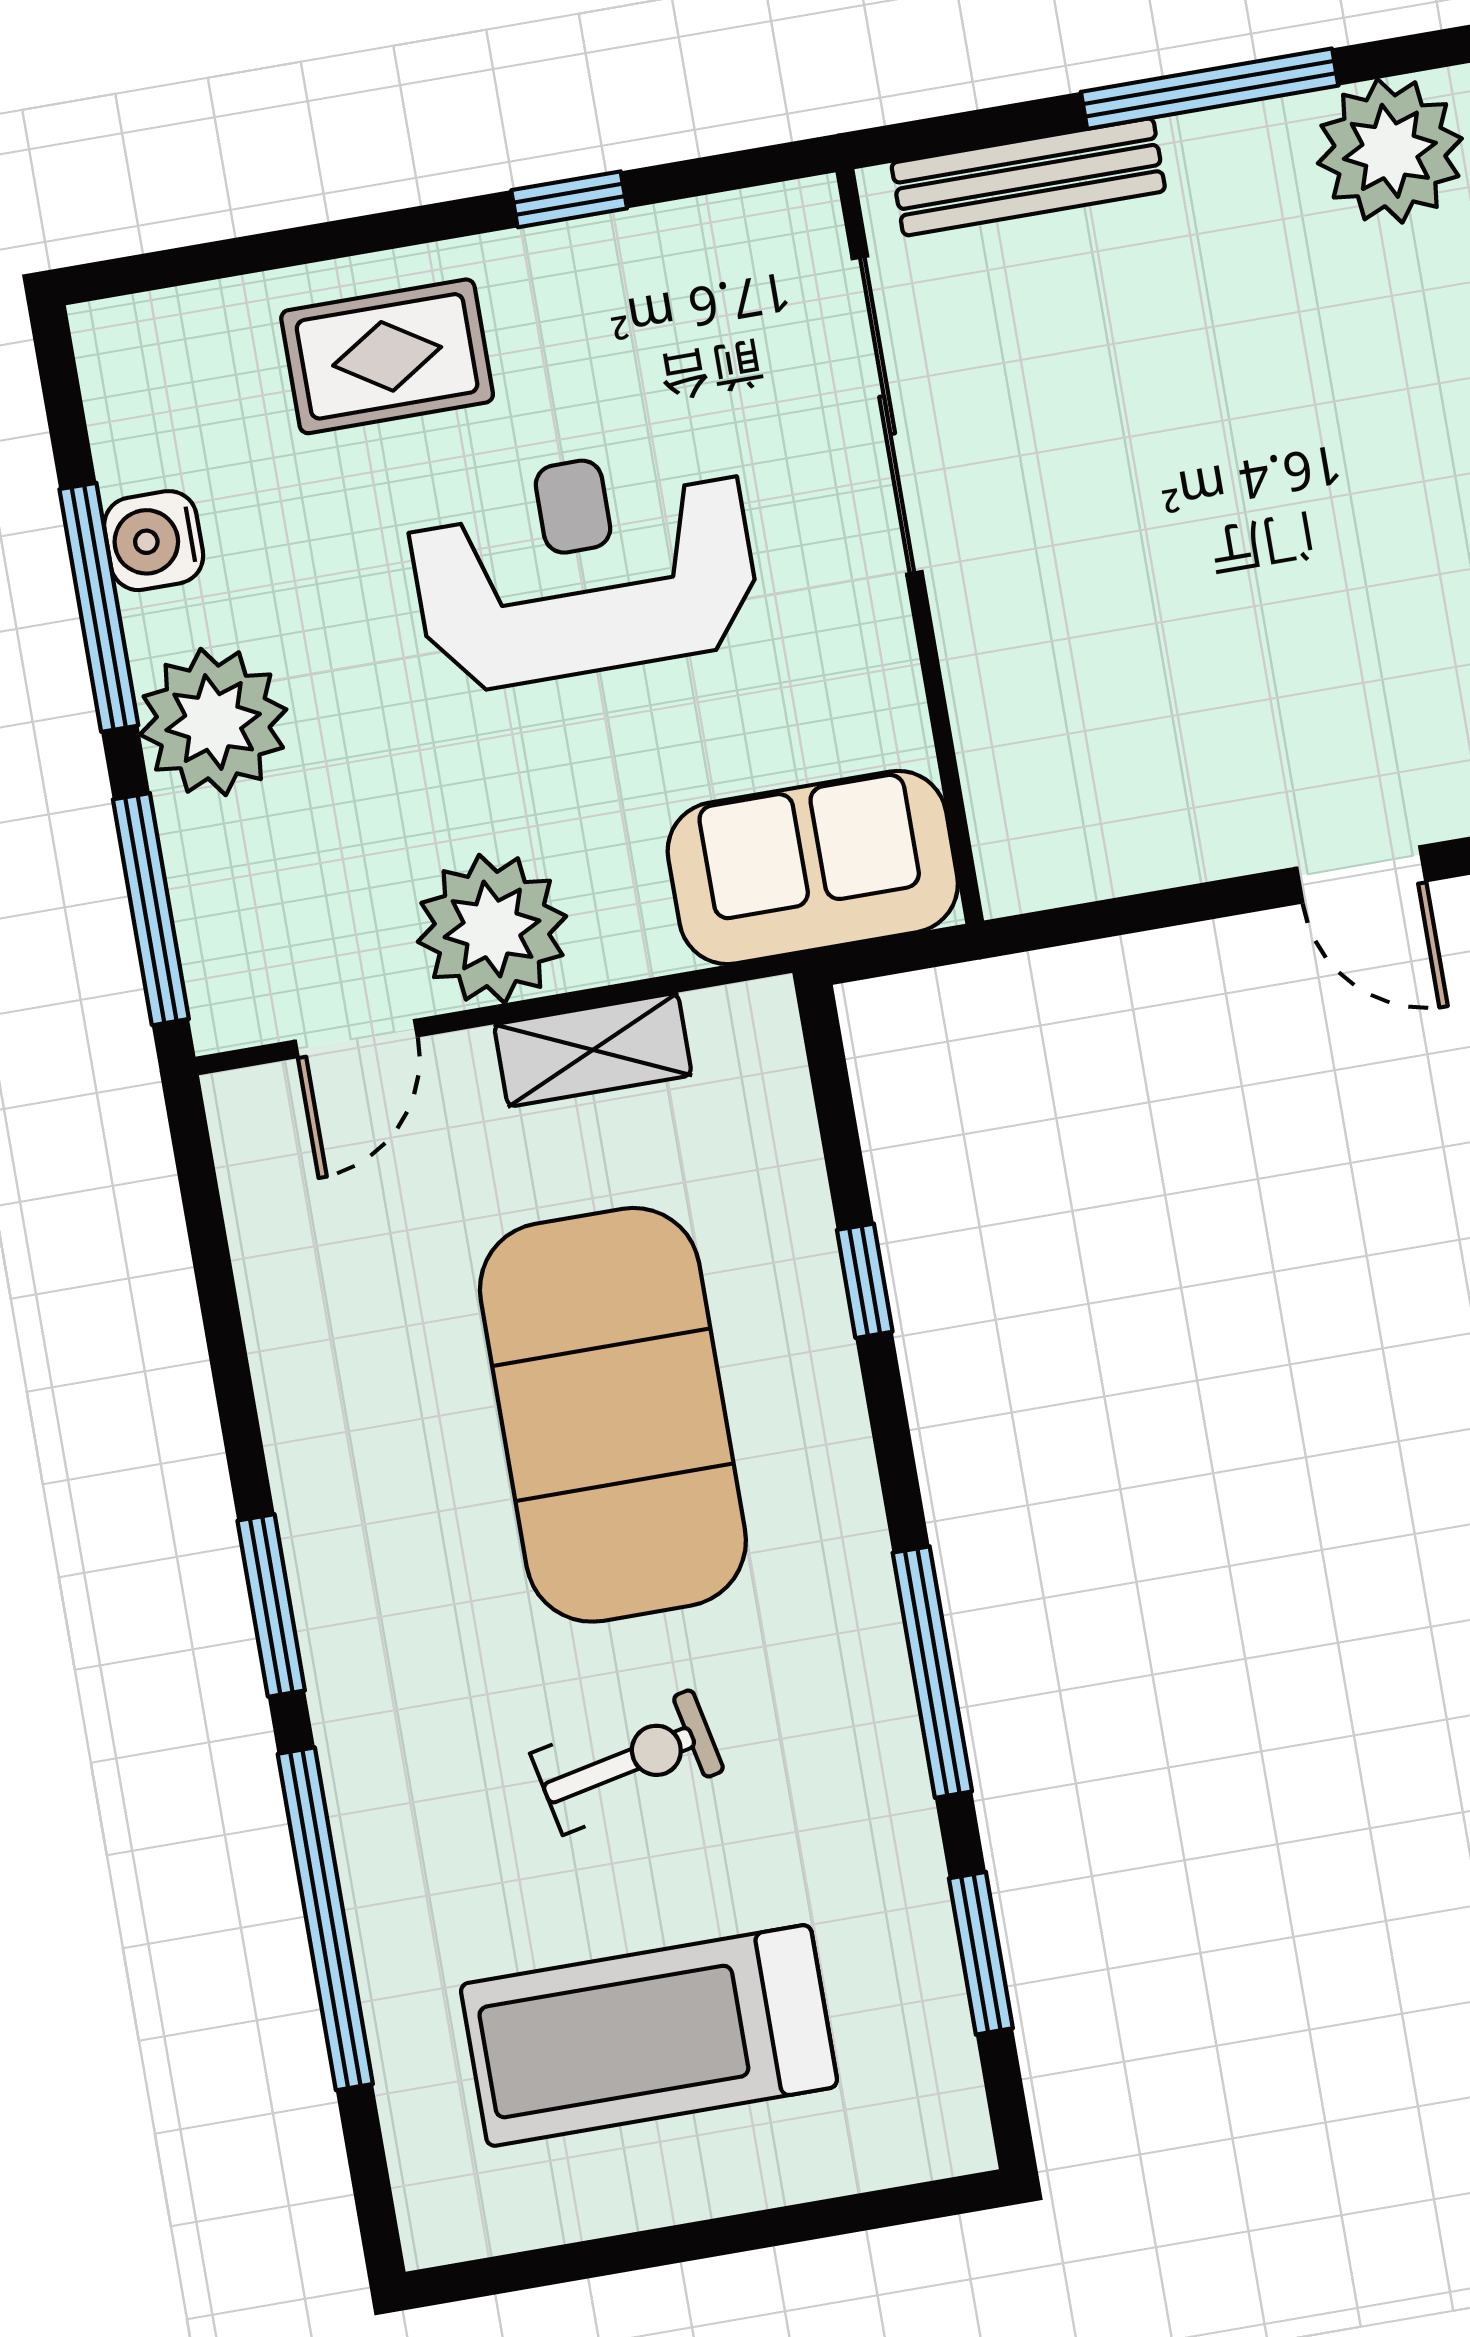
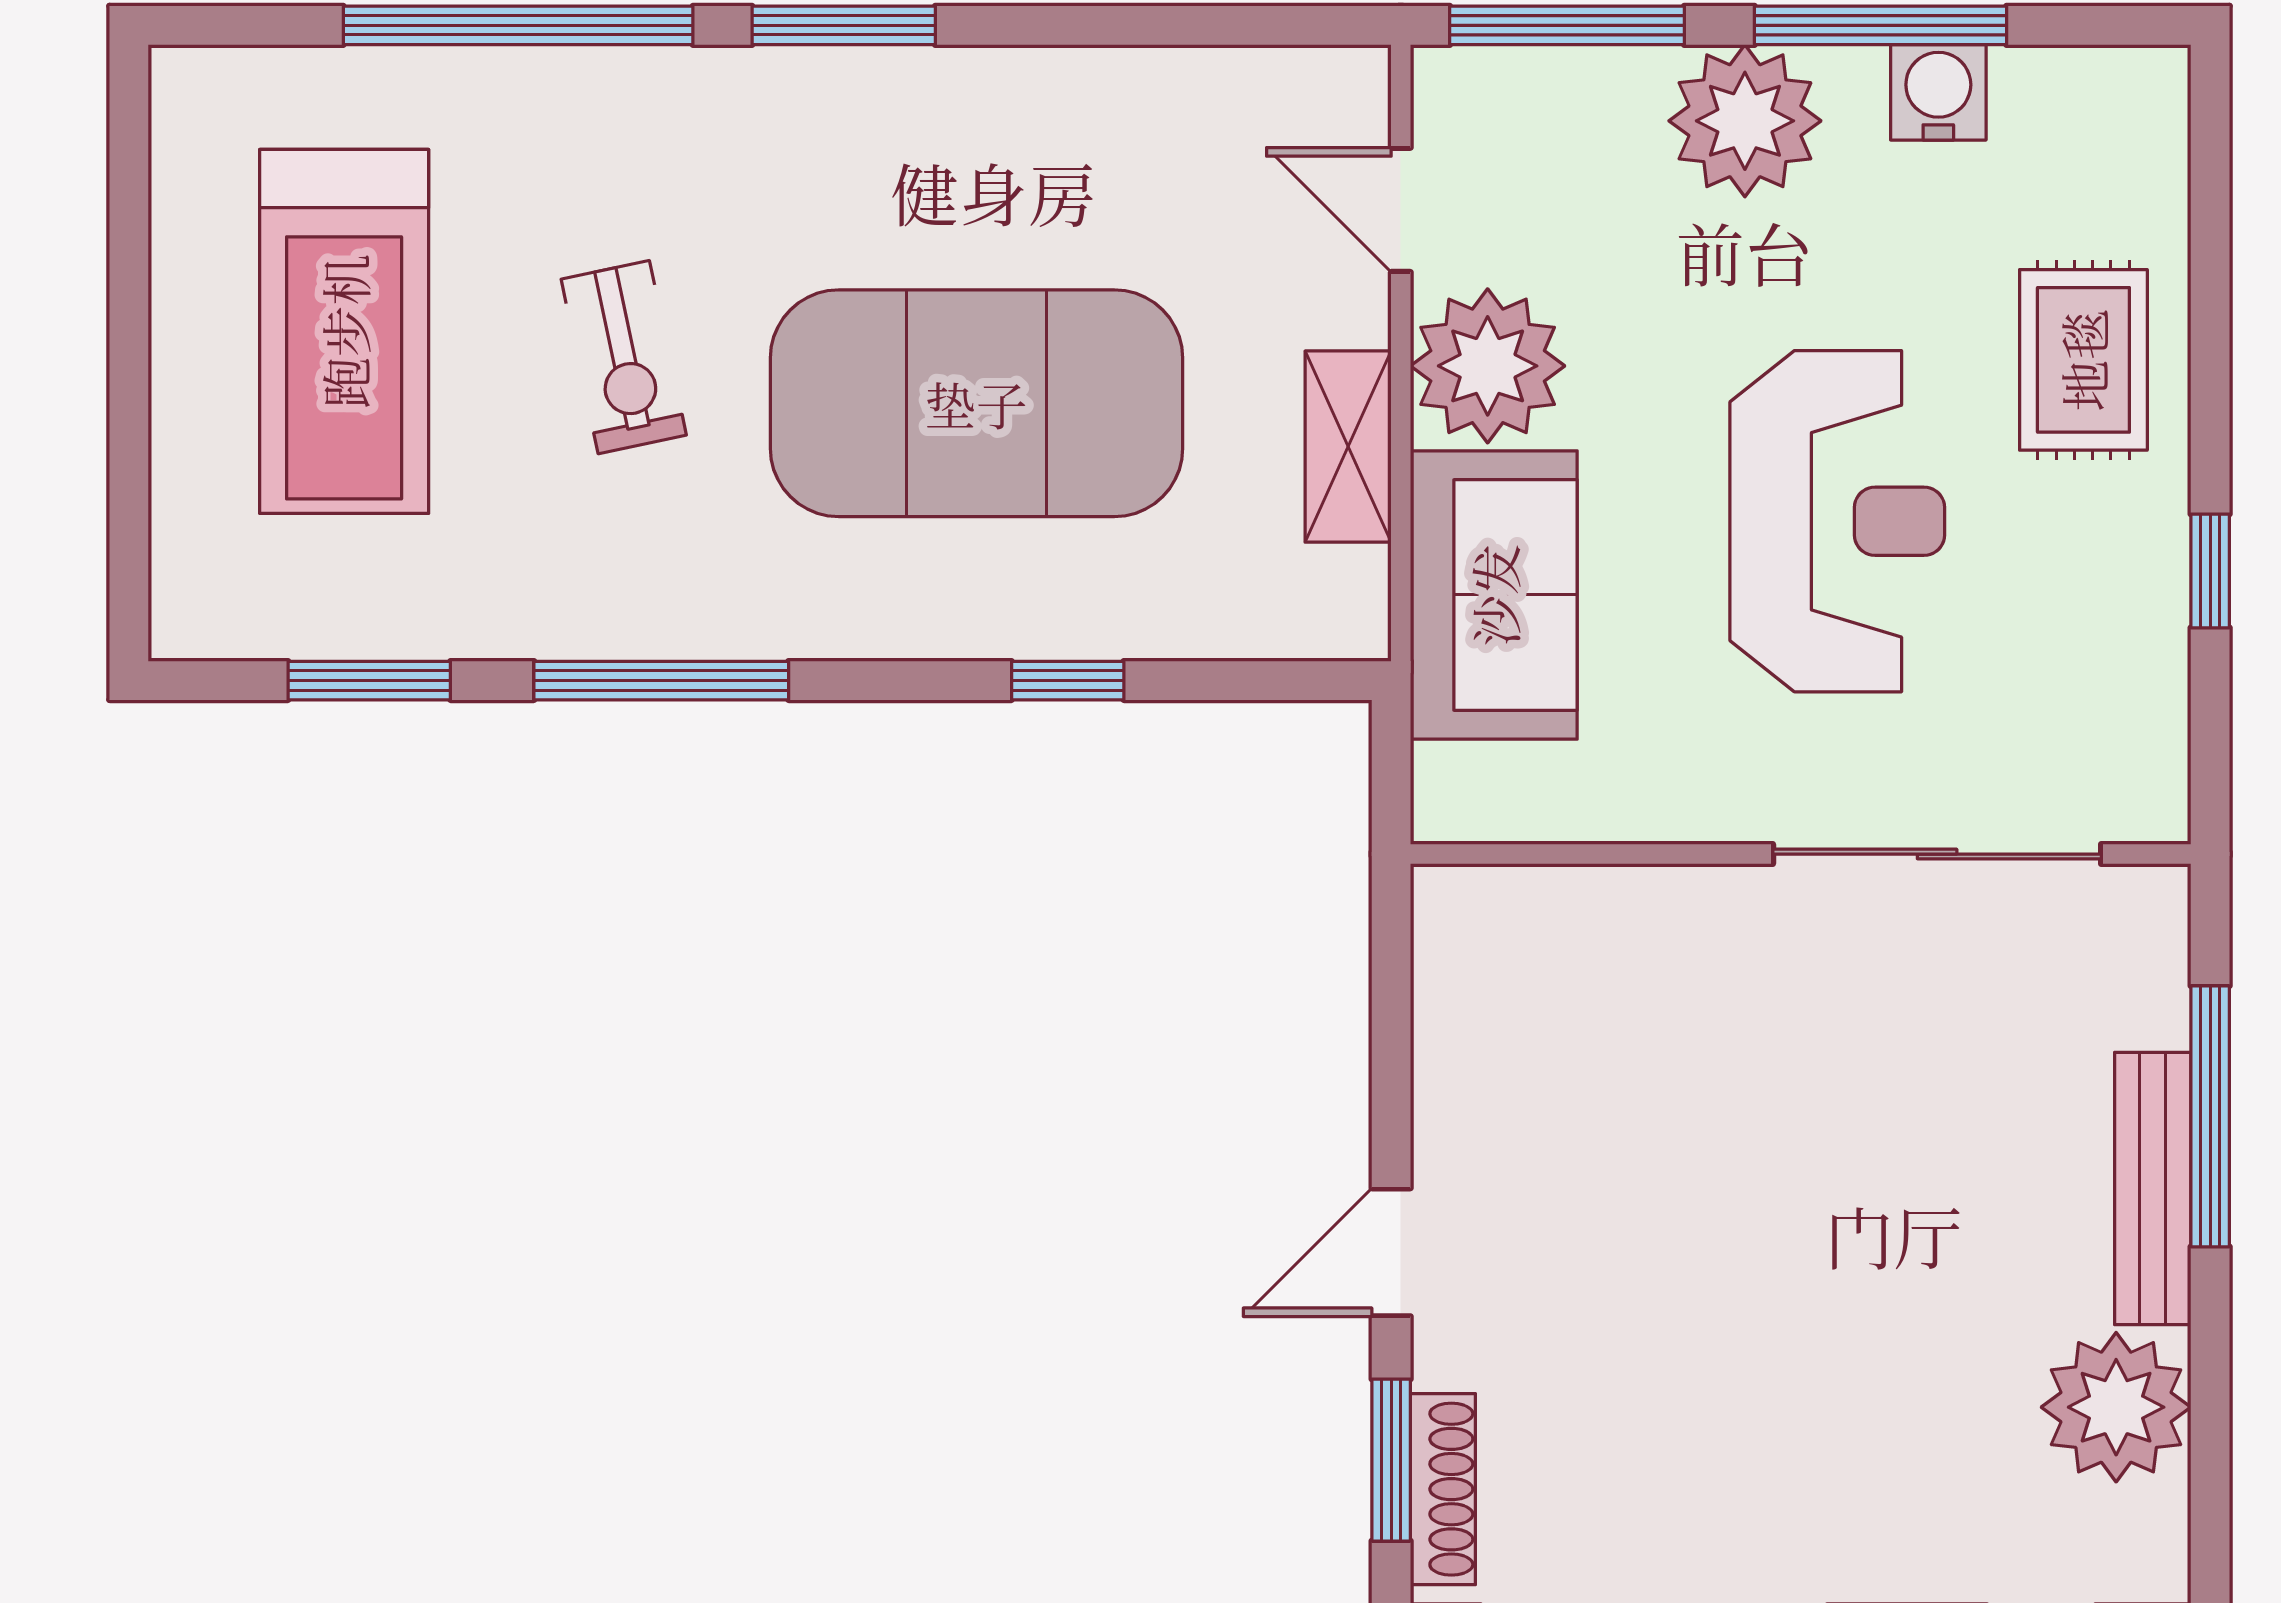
window: (1210, 89) -> (2210, 1116), moved
bench: (1028, 177) -> (2153, 1188), moved
sofa: (813, 867) -> (1494, 595), moved
treadmill: (649, 2035) -> (344, 331), turned 180

